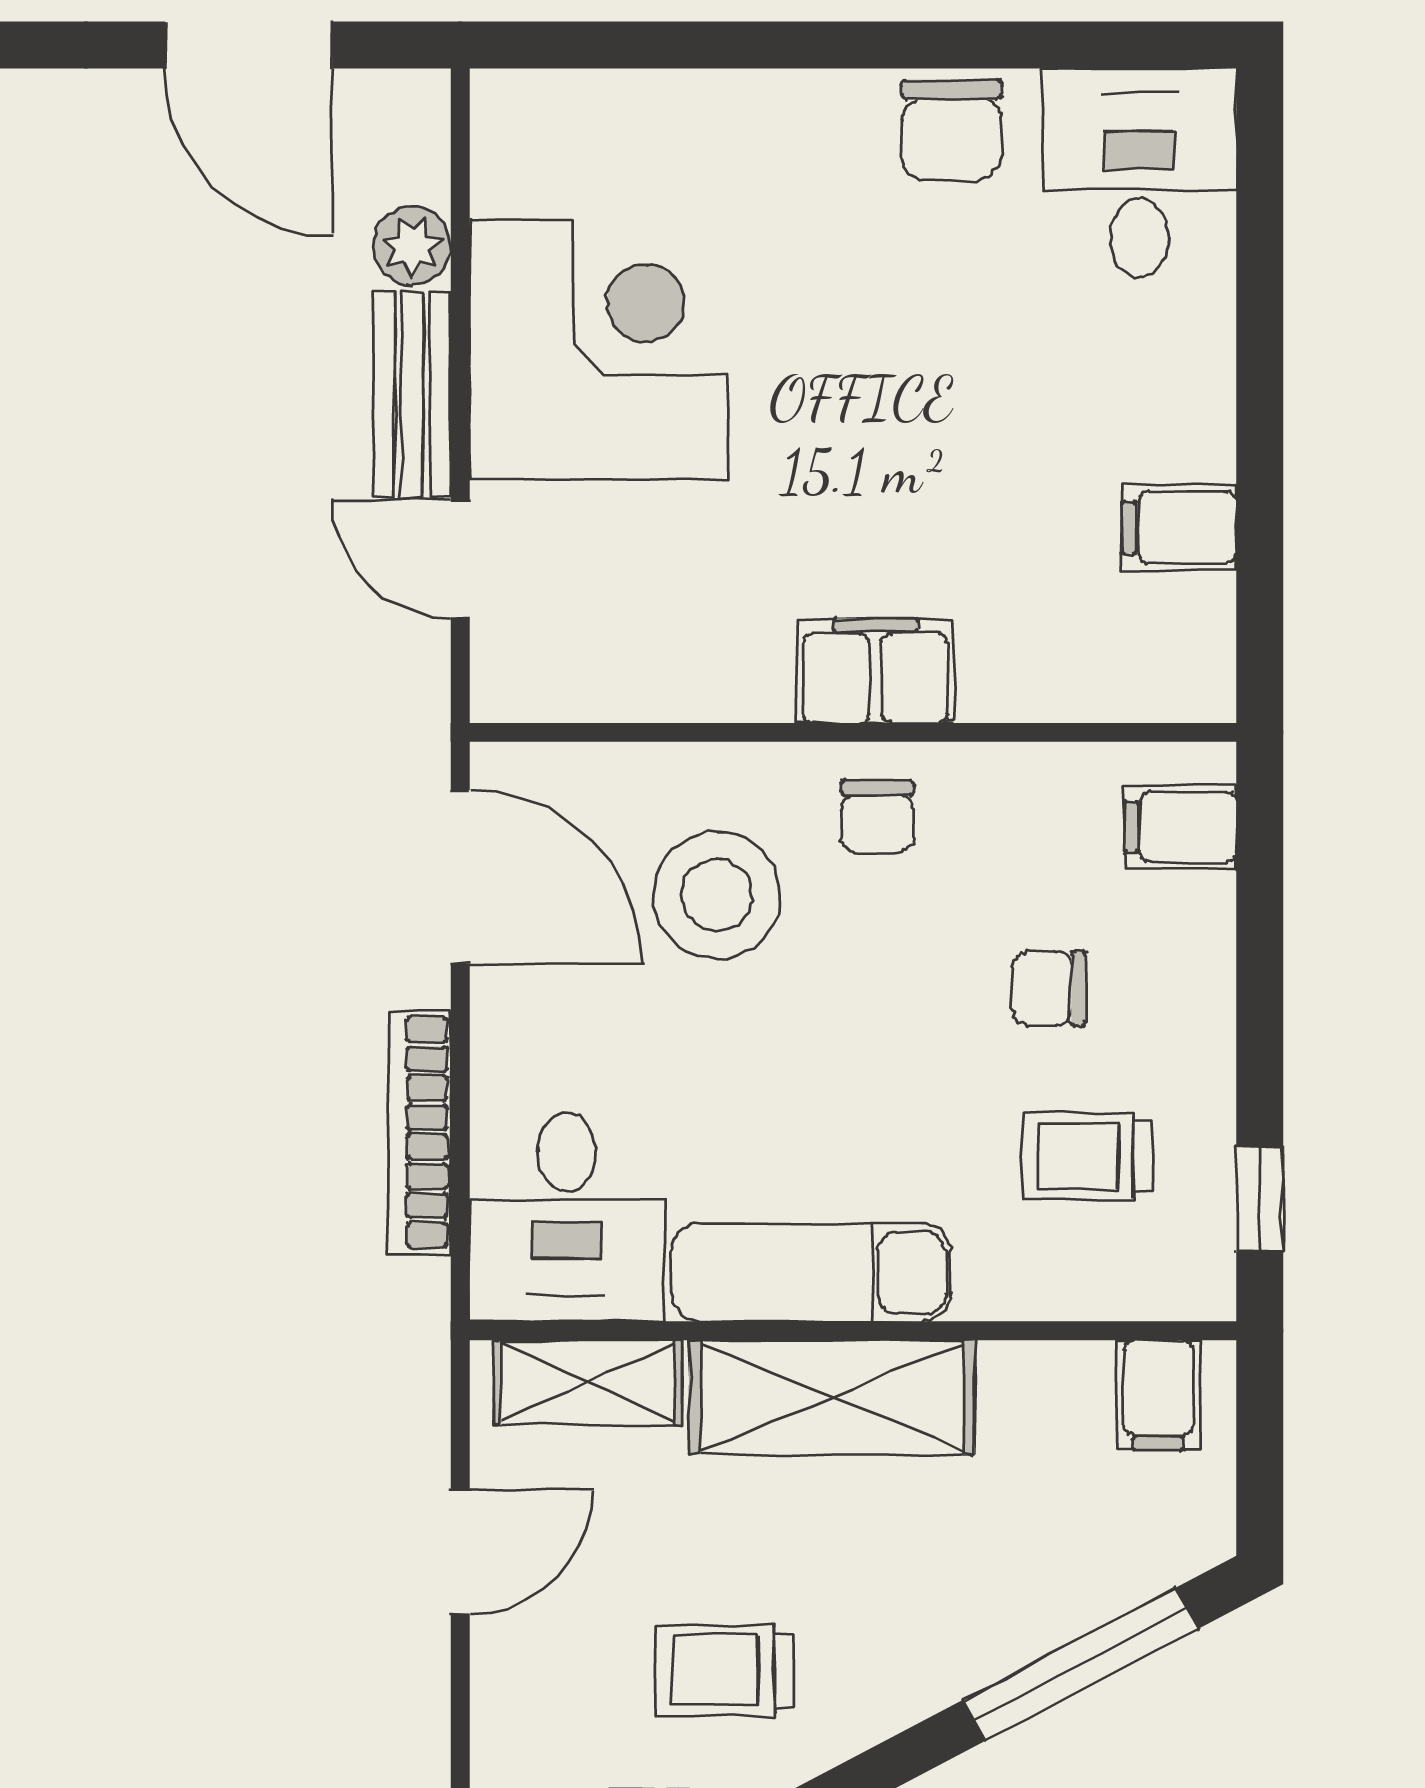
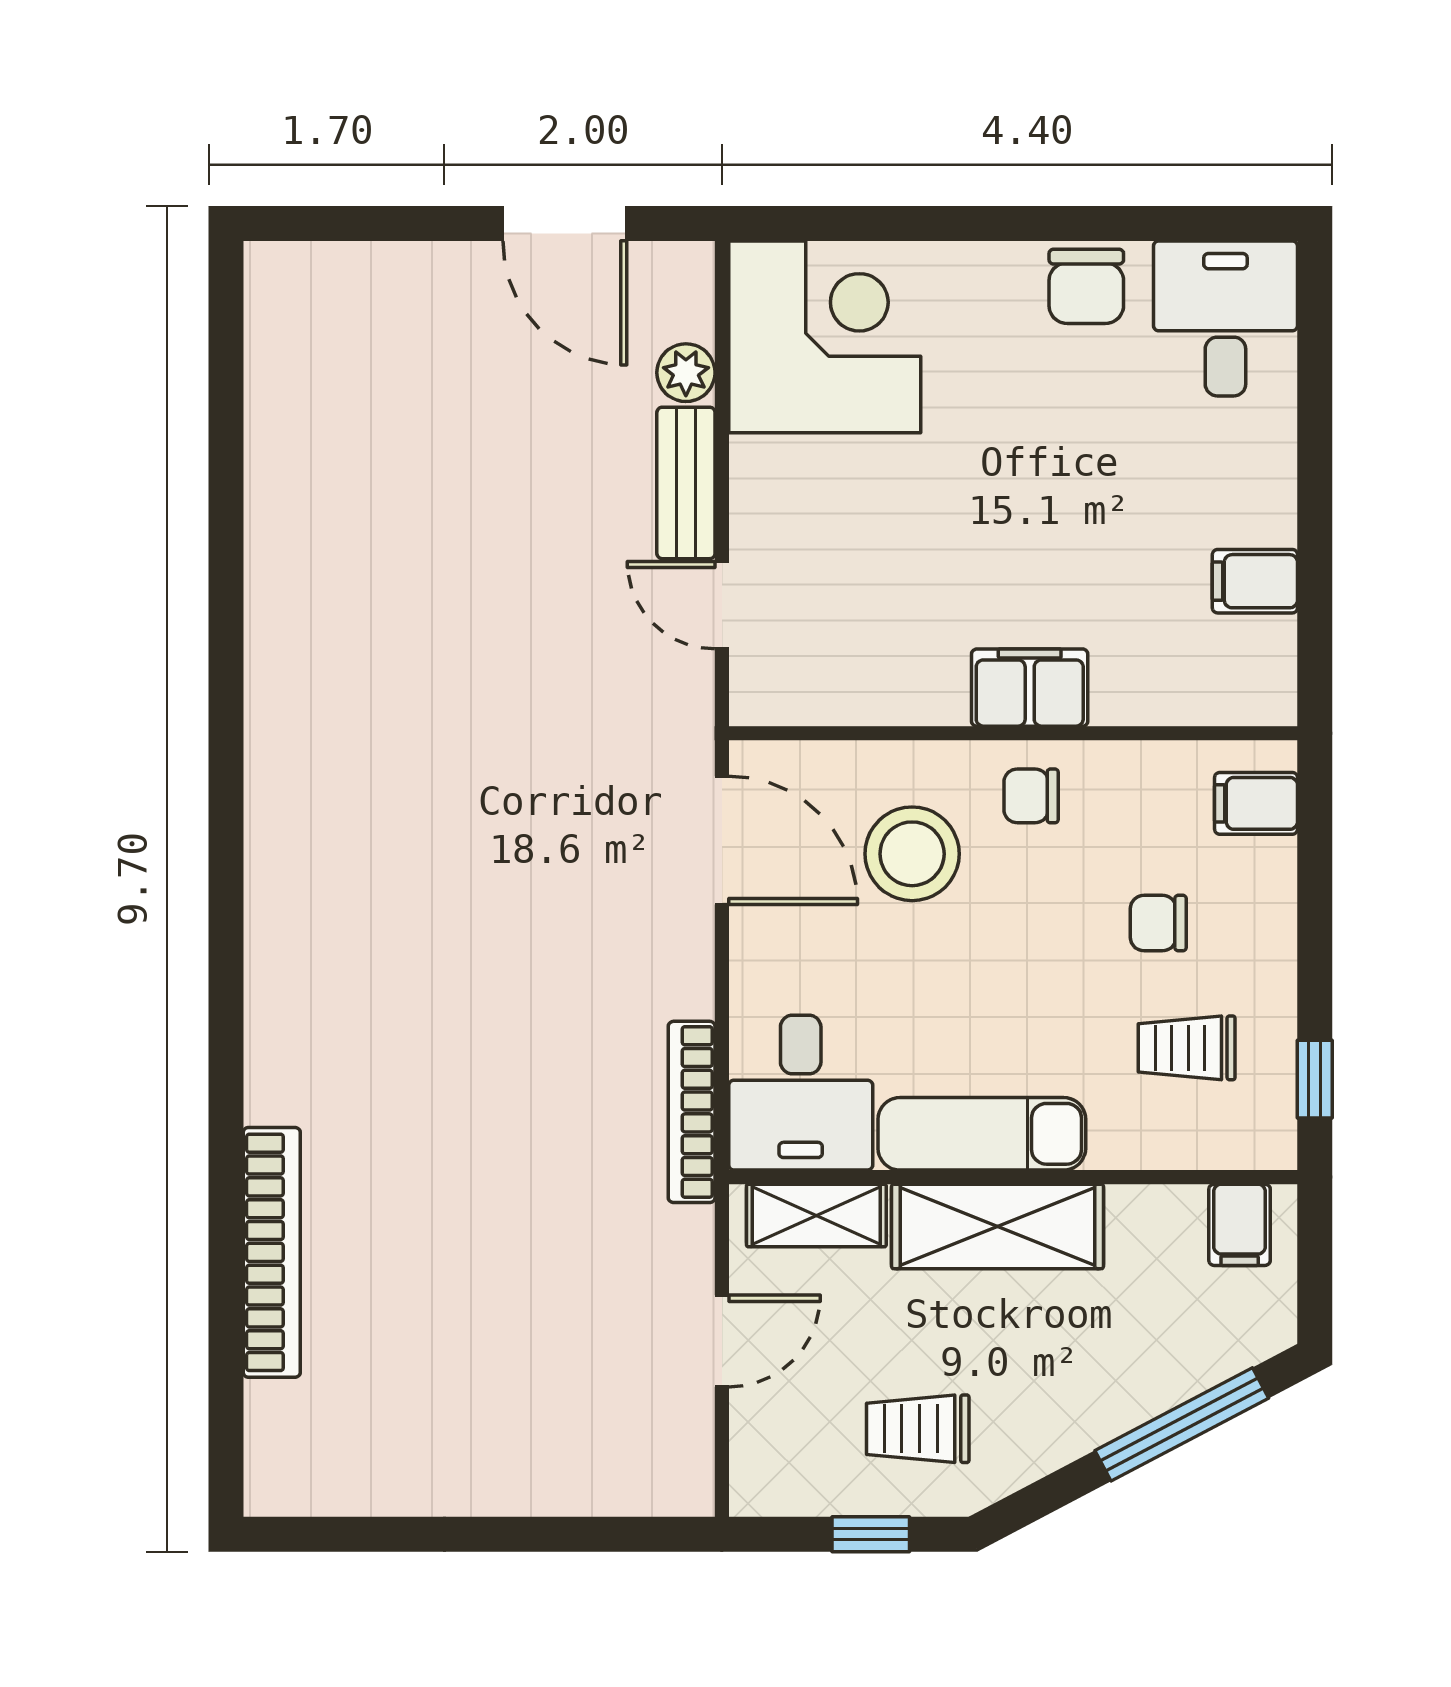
corner desk: (599, 350) -> (825, 337), moved
chair: (877, 817) -> (1031, 796), turned 90
bookcase: (420, 1132) -> (692, 1112), moved

